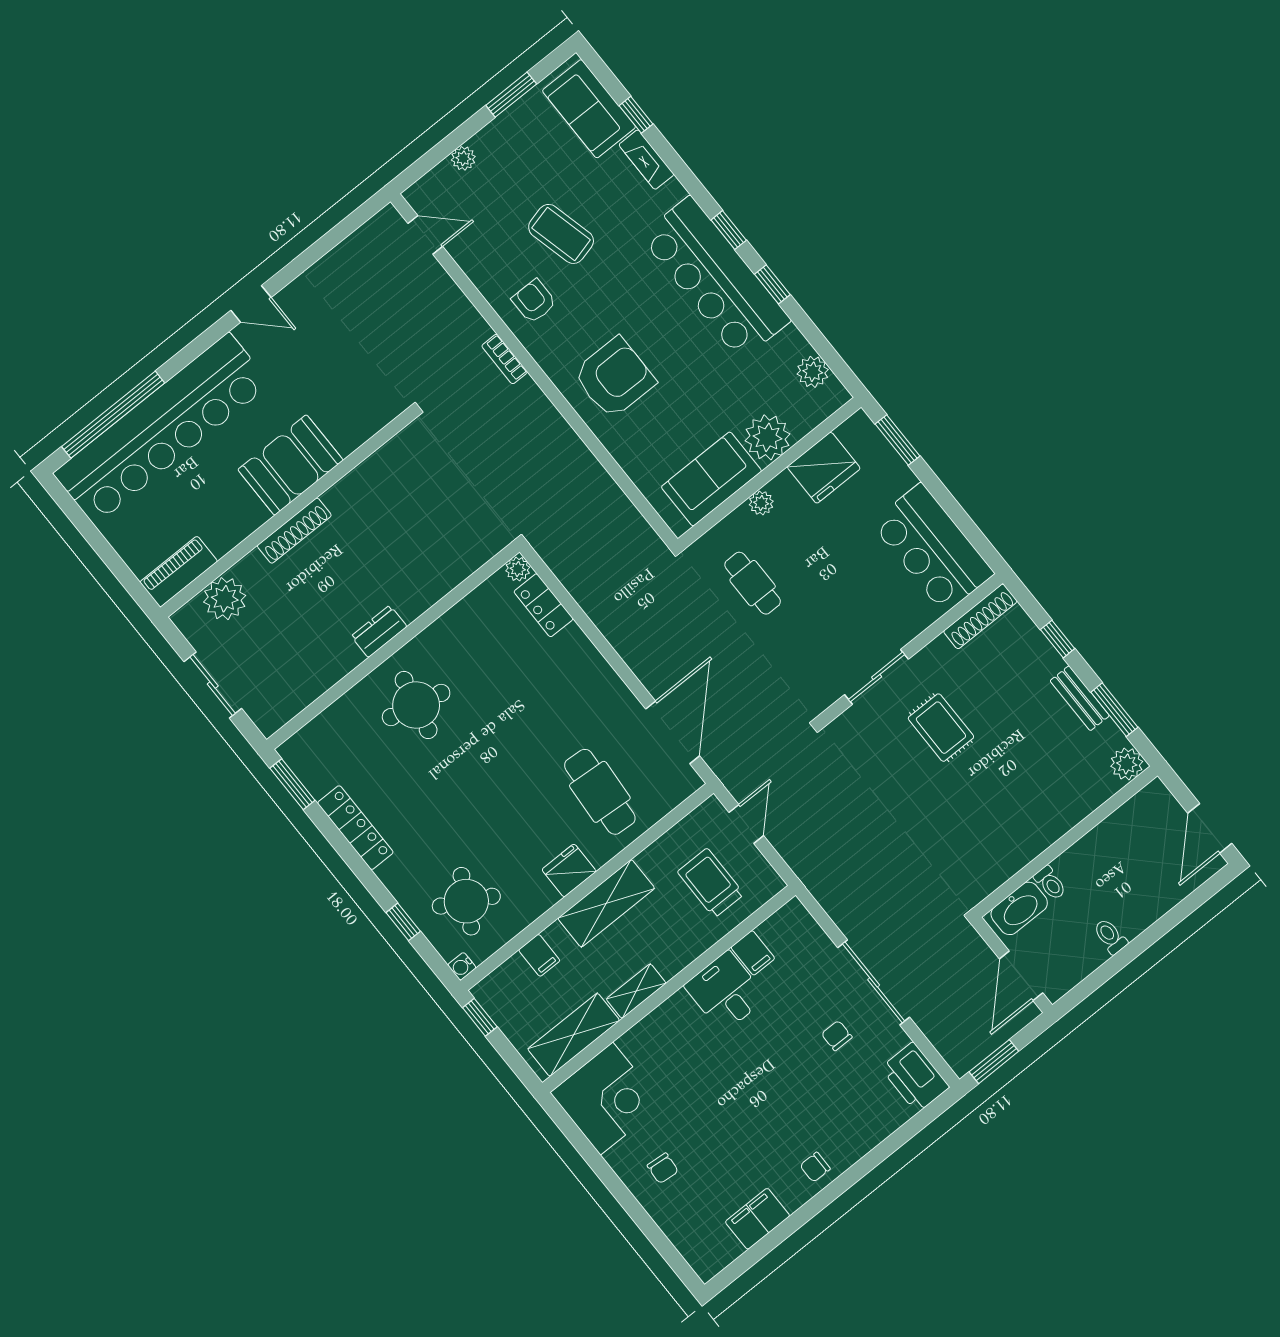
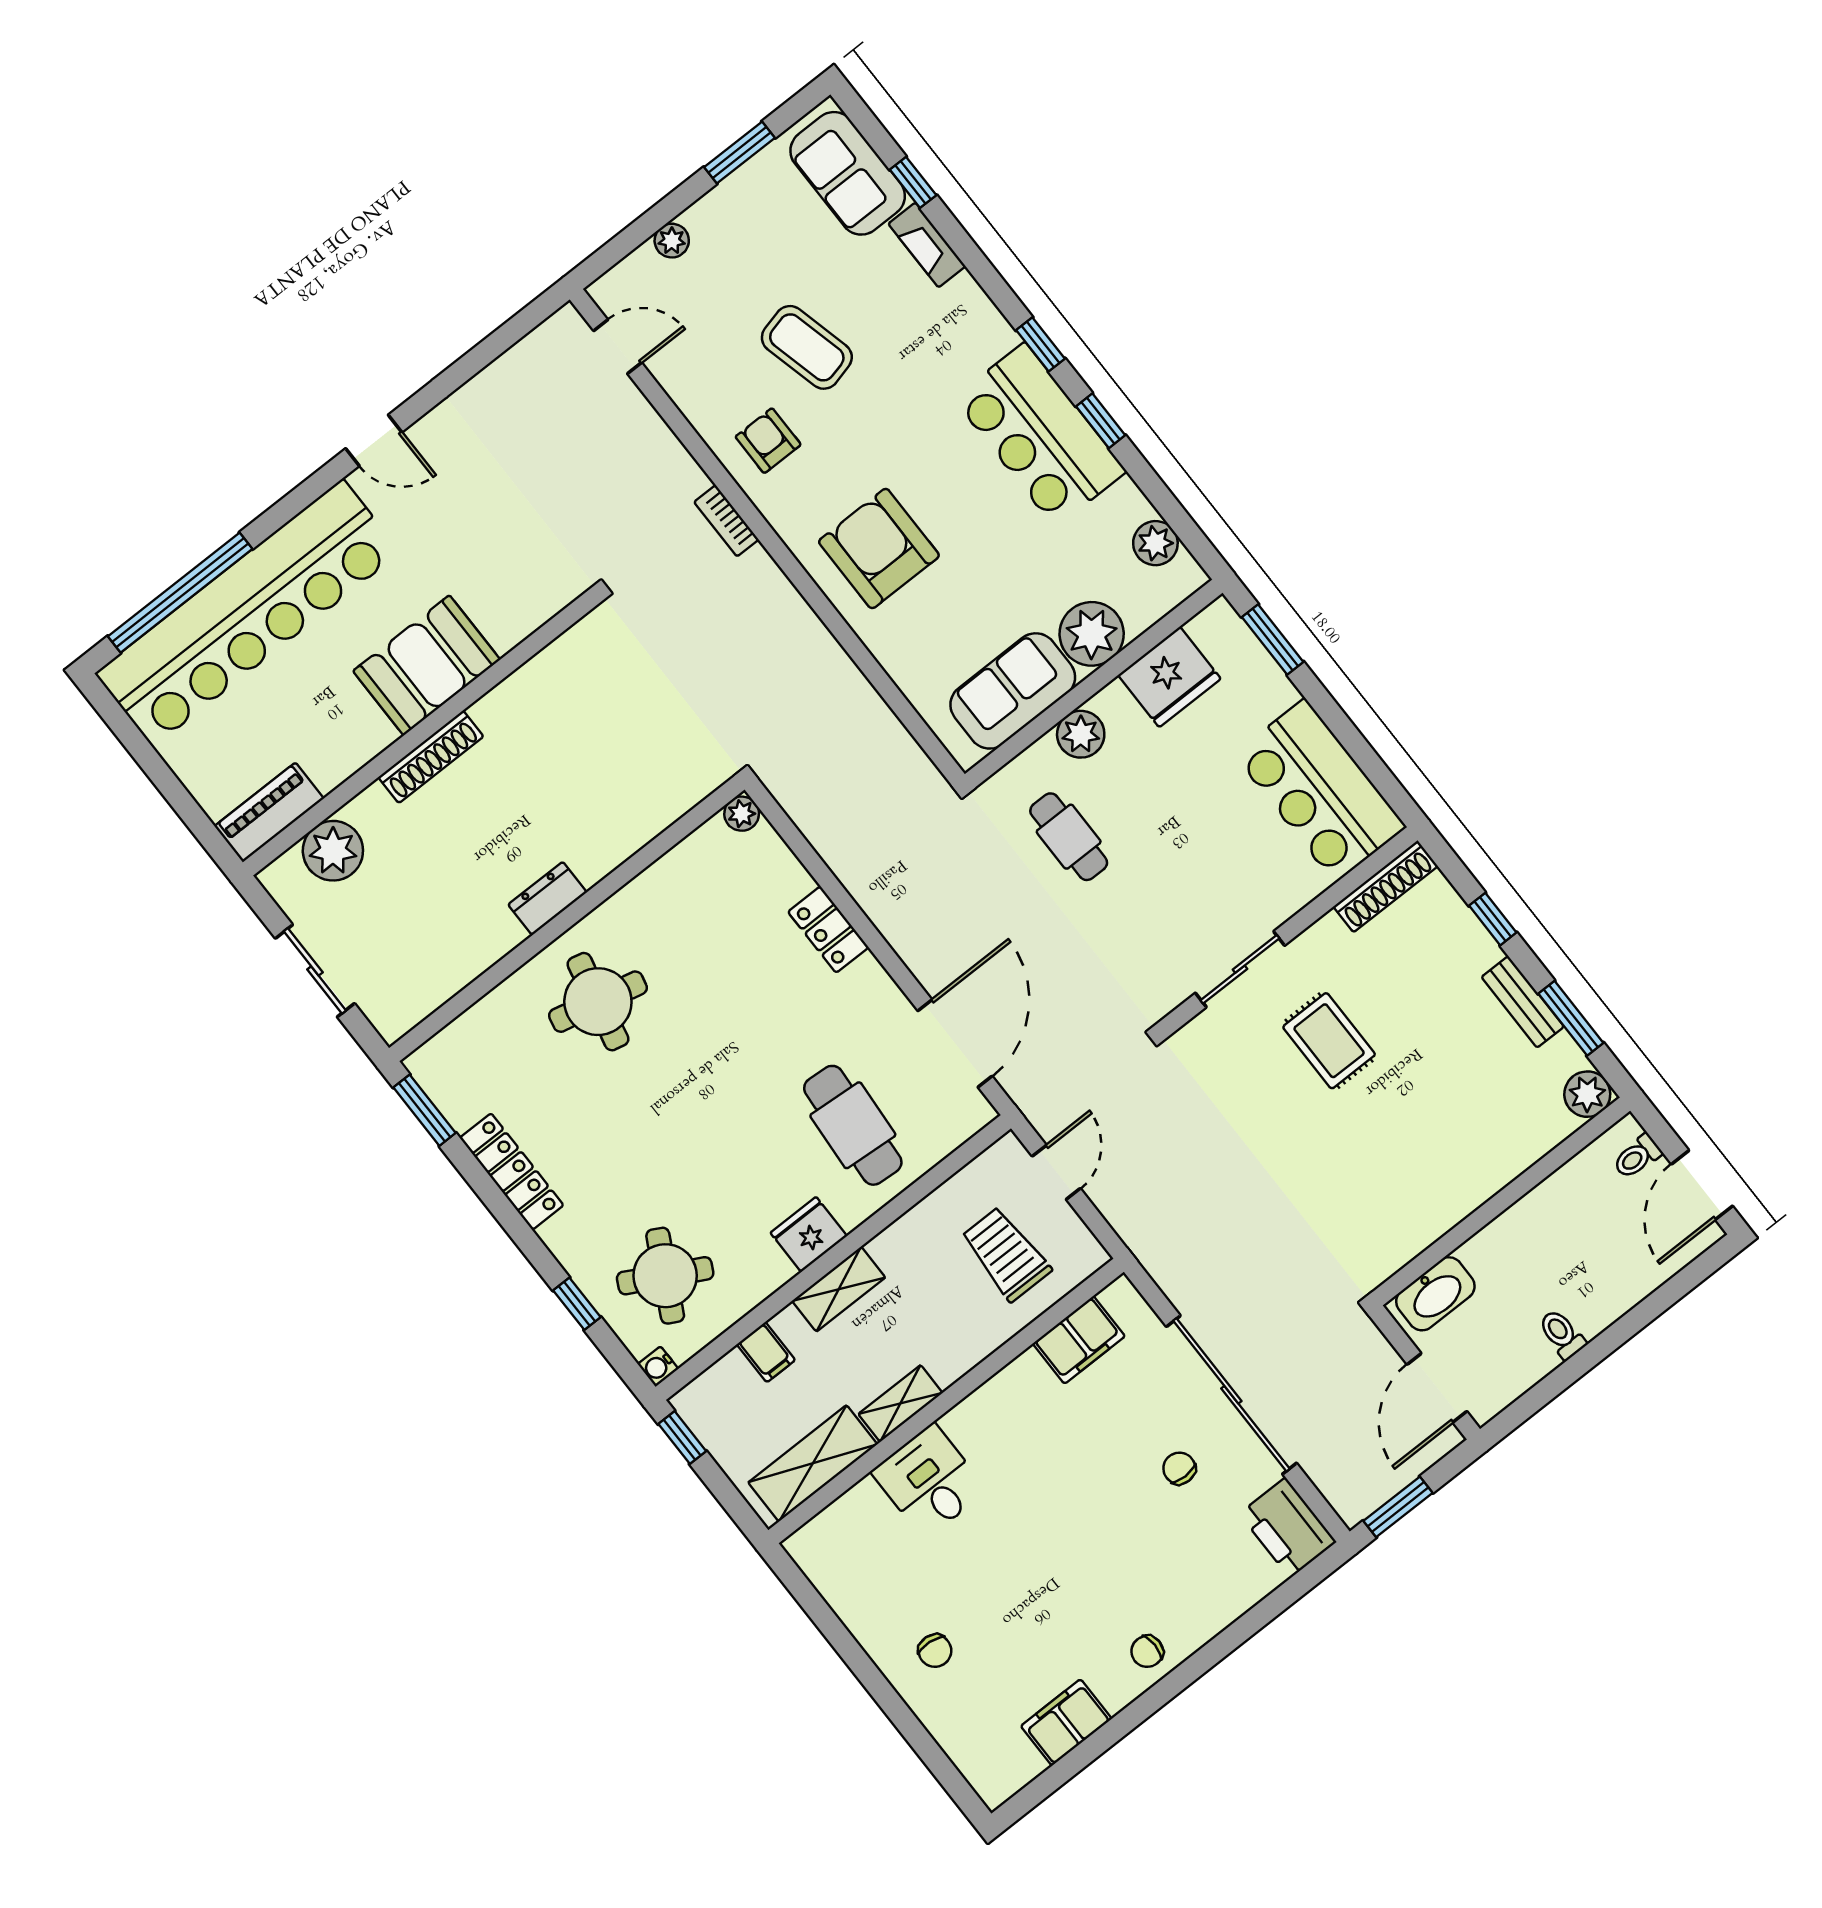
bar counter: (715, 278) -> (1040, 435), width x0.73
armchair: (614, 378) -> (879, 549), turned -90
plant: (761, 503) -> (1081, 734), width x1.38, depth x1.38
locker: (544, 605) -> (828, 930), moved
toilet: (1050, 883) -> (1637, 1157), moved, turned 90
shelving: (606, 903) -> (839, 1289), width x0.67, depth x0.75
filing cabinet: (753, 953) -> (1079, 1340), width x2.00
sliding door: (874, 982) -> (1231, 1395), width x1.36
desk: (725, 992) -> (929, 1481), moved
corner desk: (607, 1099) -> (858, 1553), removed

